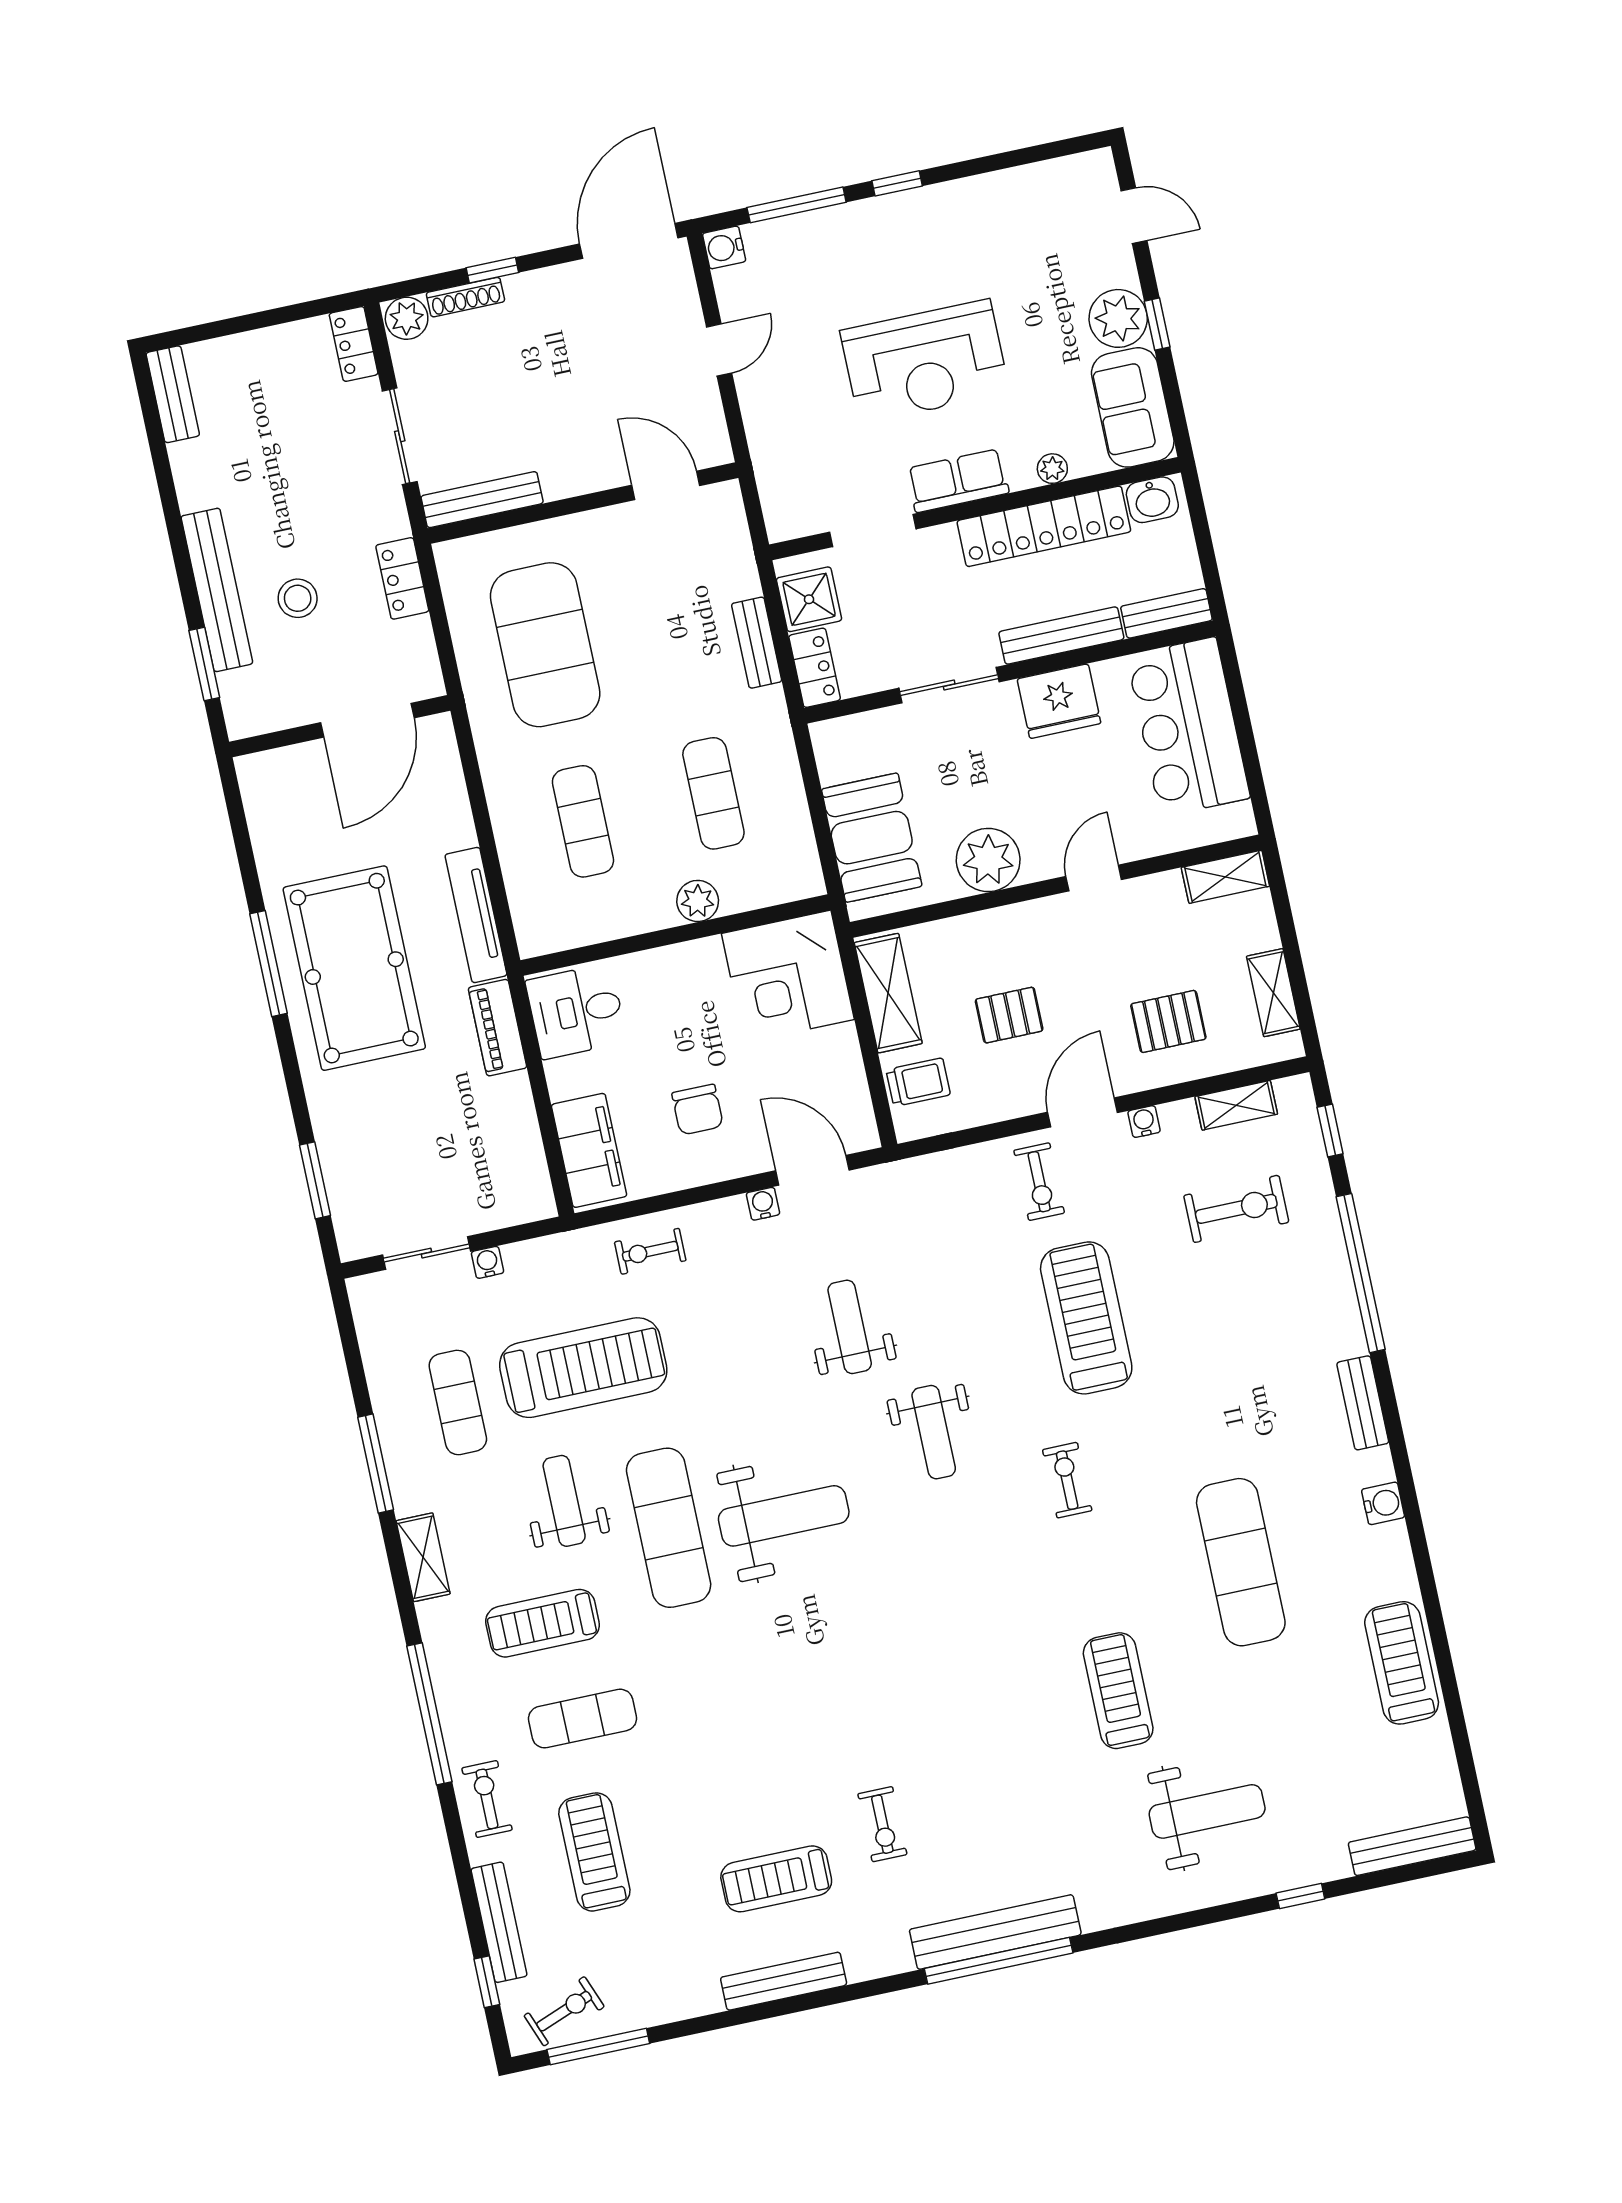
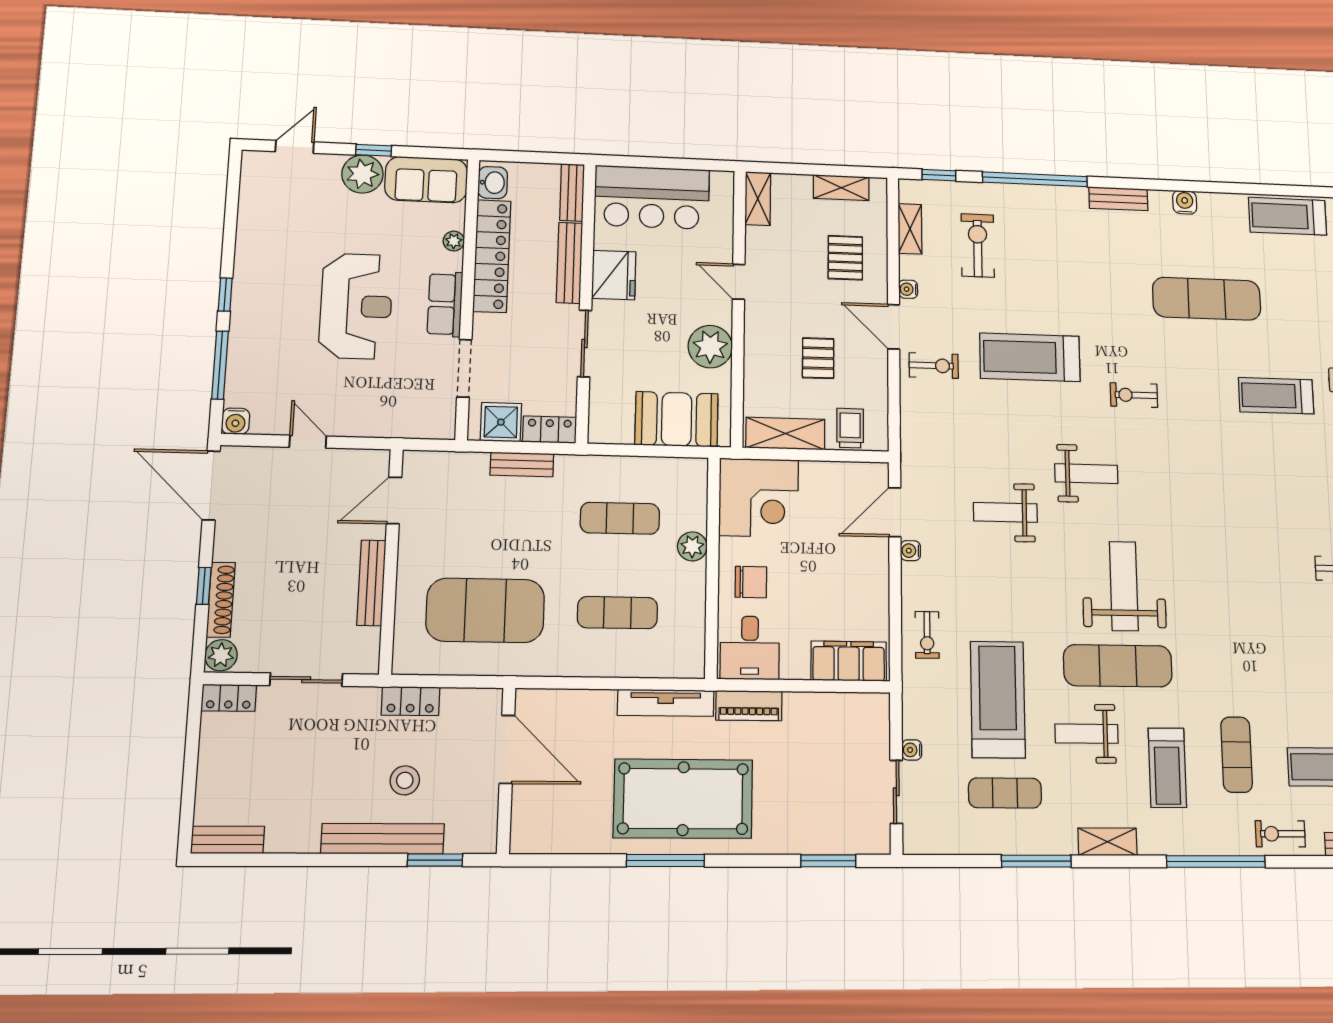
shoe rack: (465, 297) -> (221, 600), width x1.36, depth x1.24
bench: (482, 500) -> (371, 583), moved
chair: (698, 1110) -> (751, 582), moved

